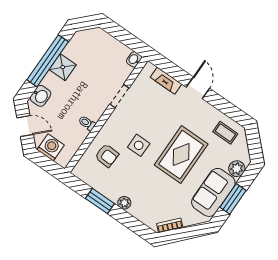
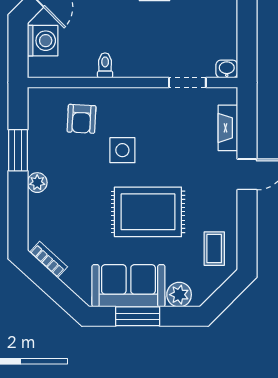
doorway: (119, 96) -> (187, 82), moved

